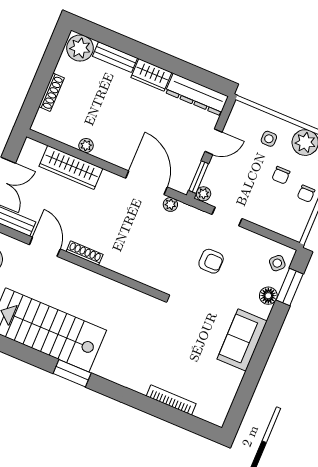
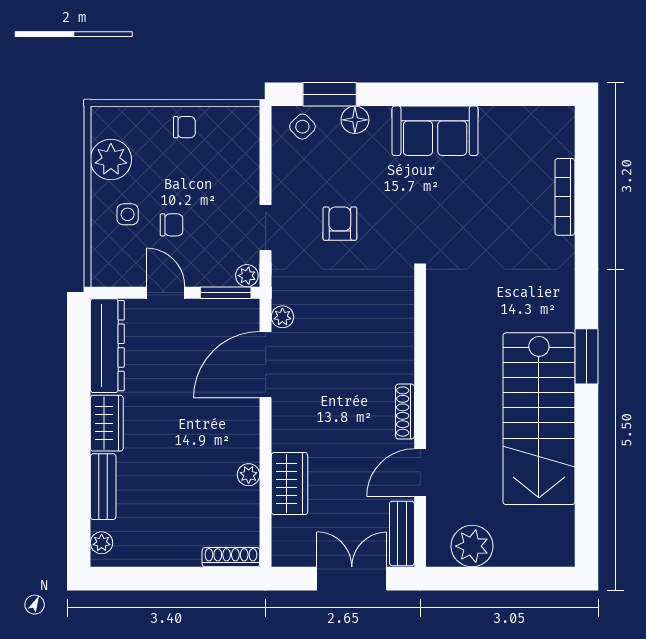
plant: (80, 48) -> (102, 543), width x0.53, depth x0.53
shoe rack: (51, 92) -> (231, 557), moved
wardrobe: (71, 167) -> (289, 483), width x0.67
chair: (281, 175) -> (172, 225), moved

